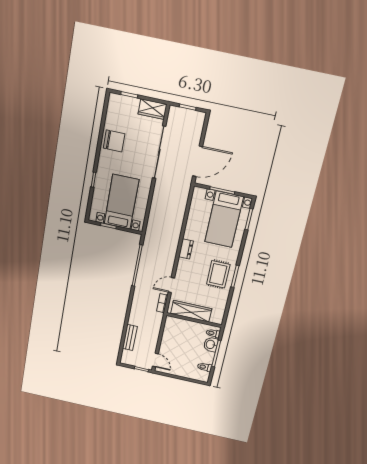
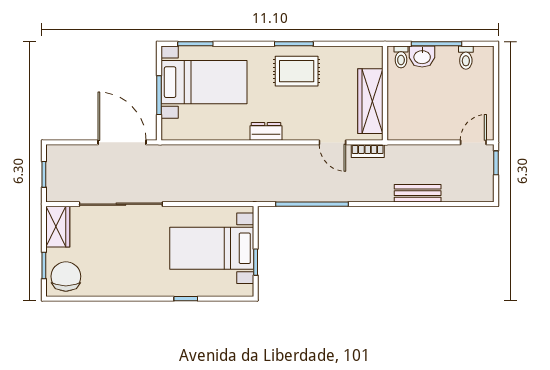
chair: (114, 141) -> (66, 276), moved
bench: (130, 338) -> (418, 193), moved

